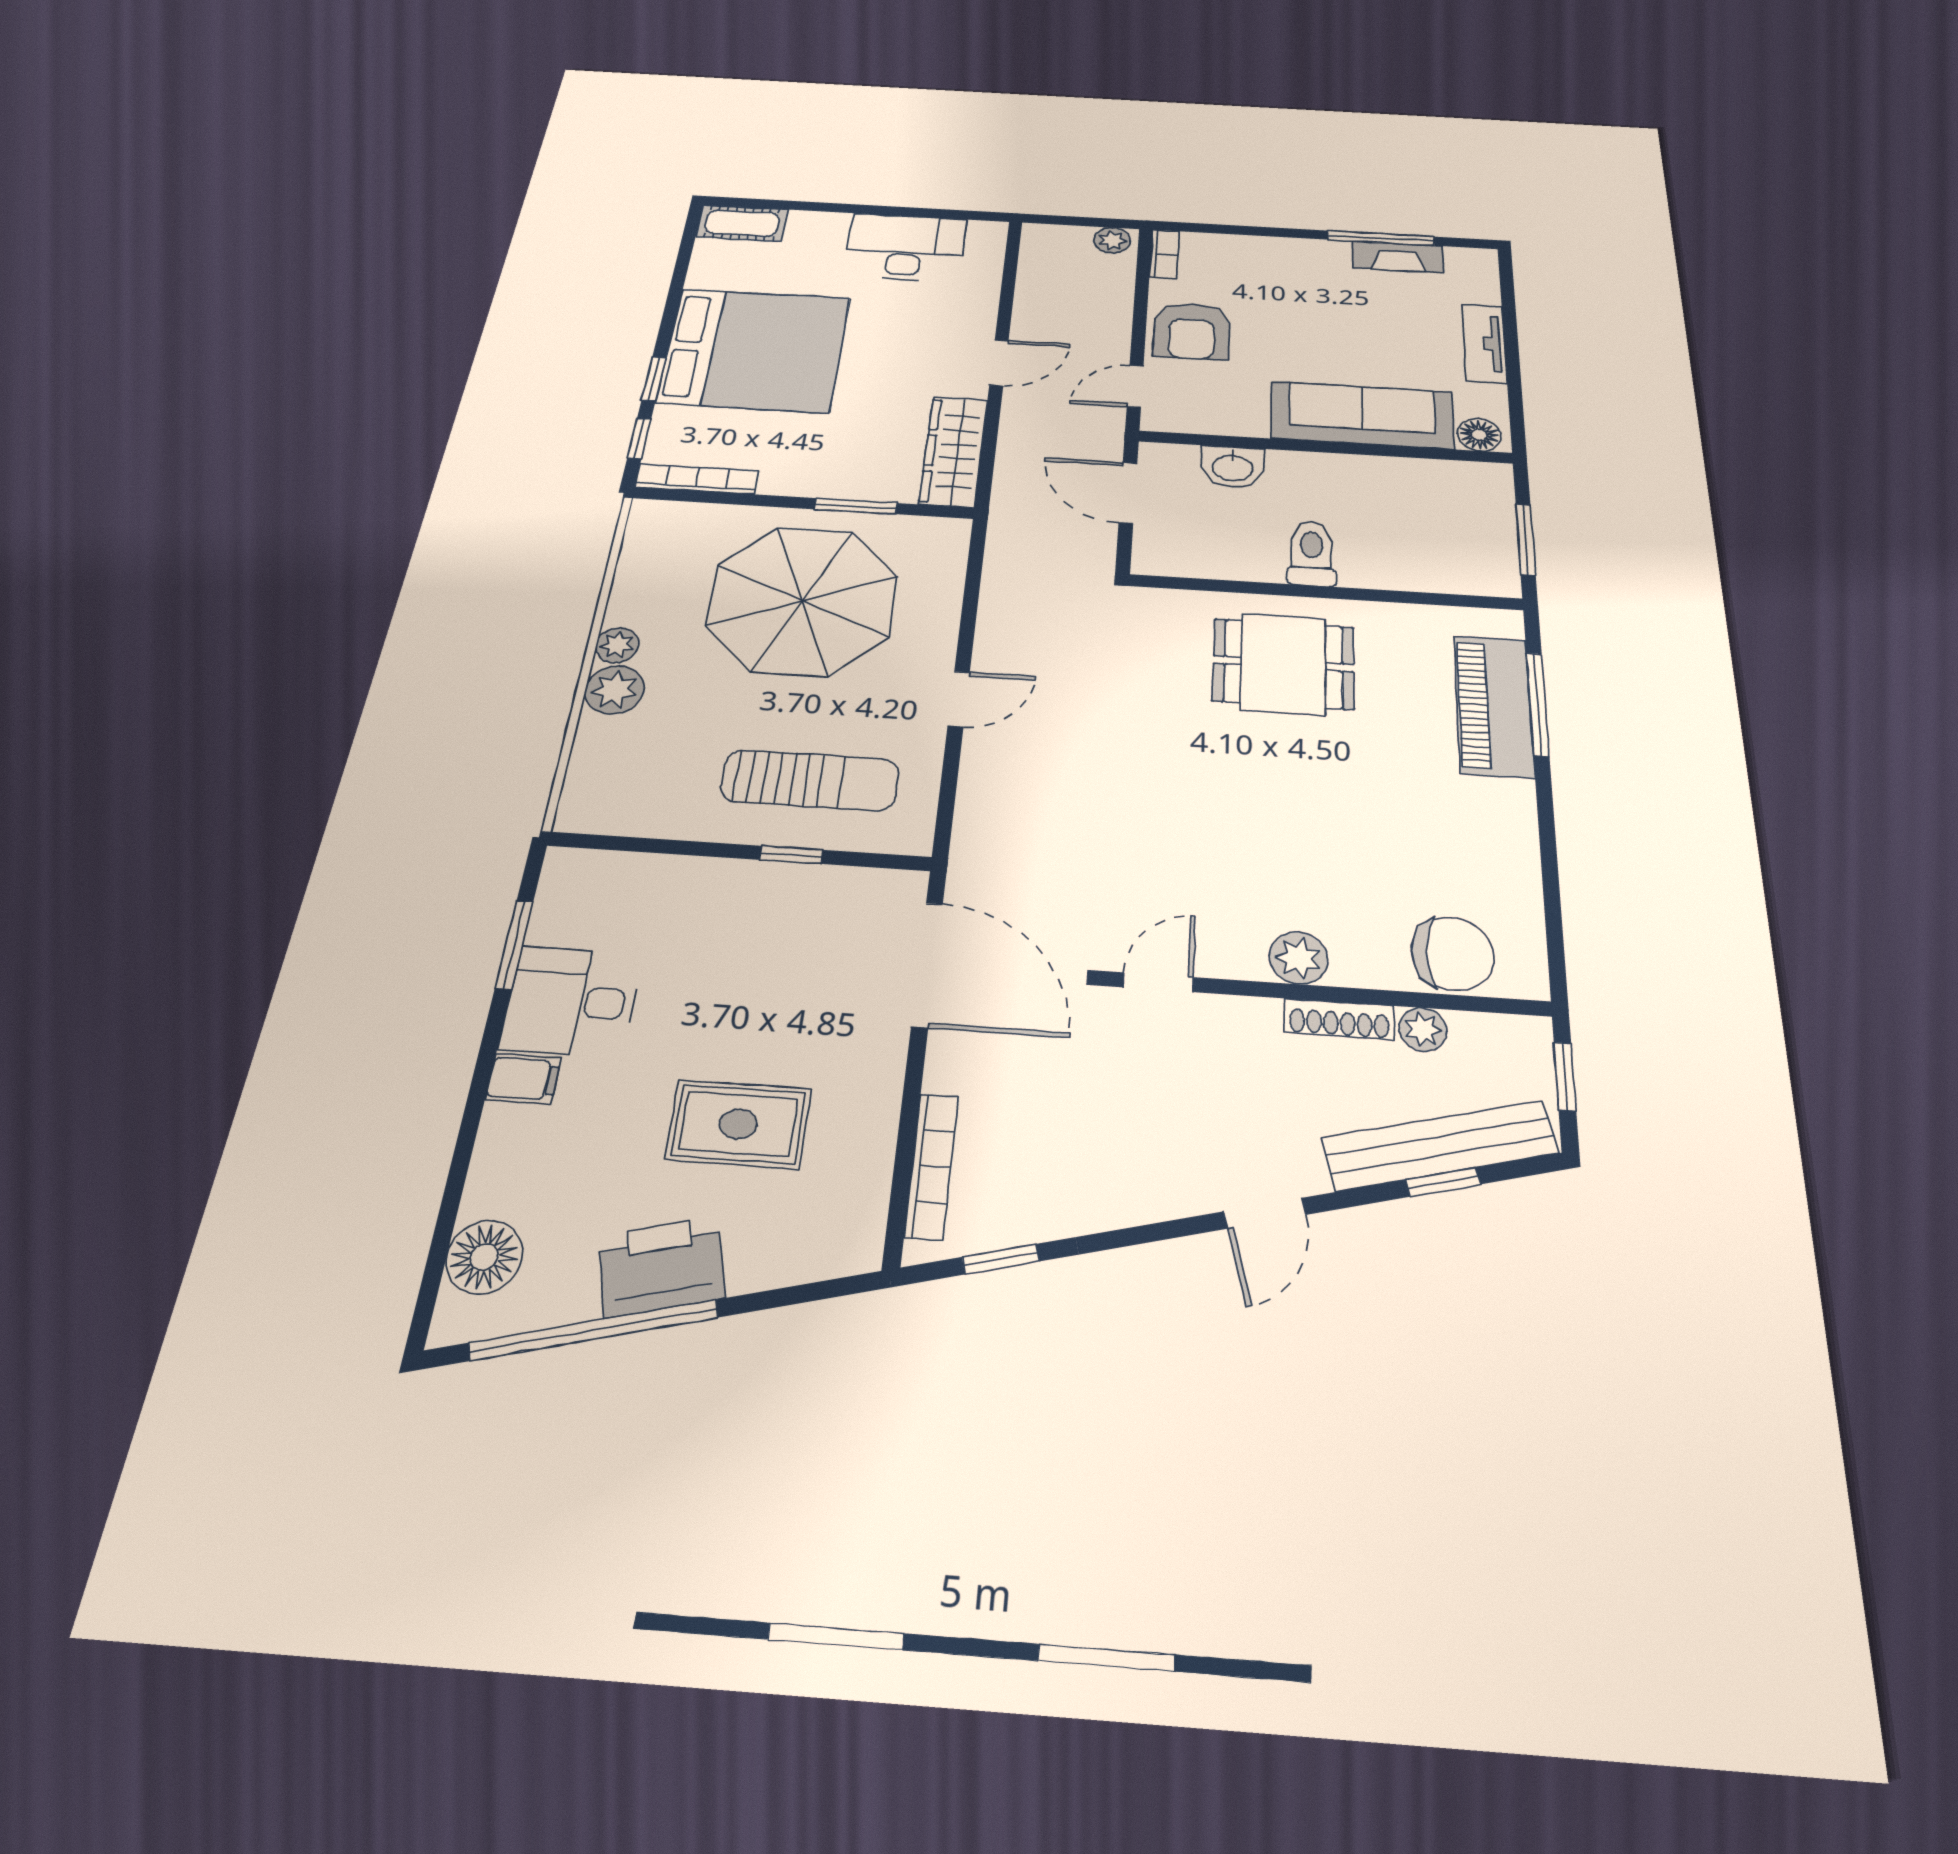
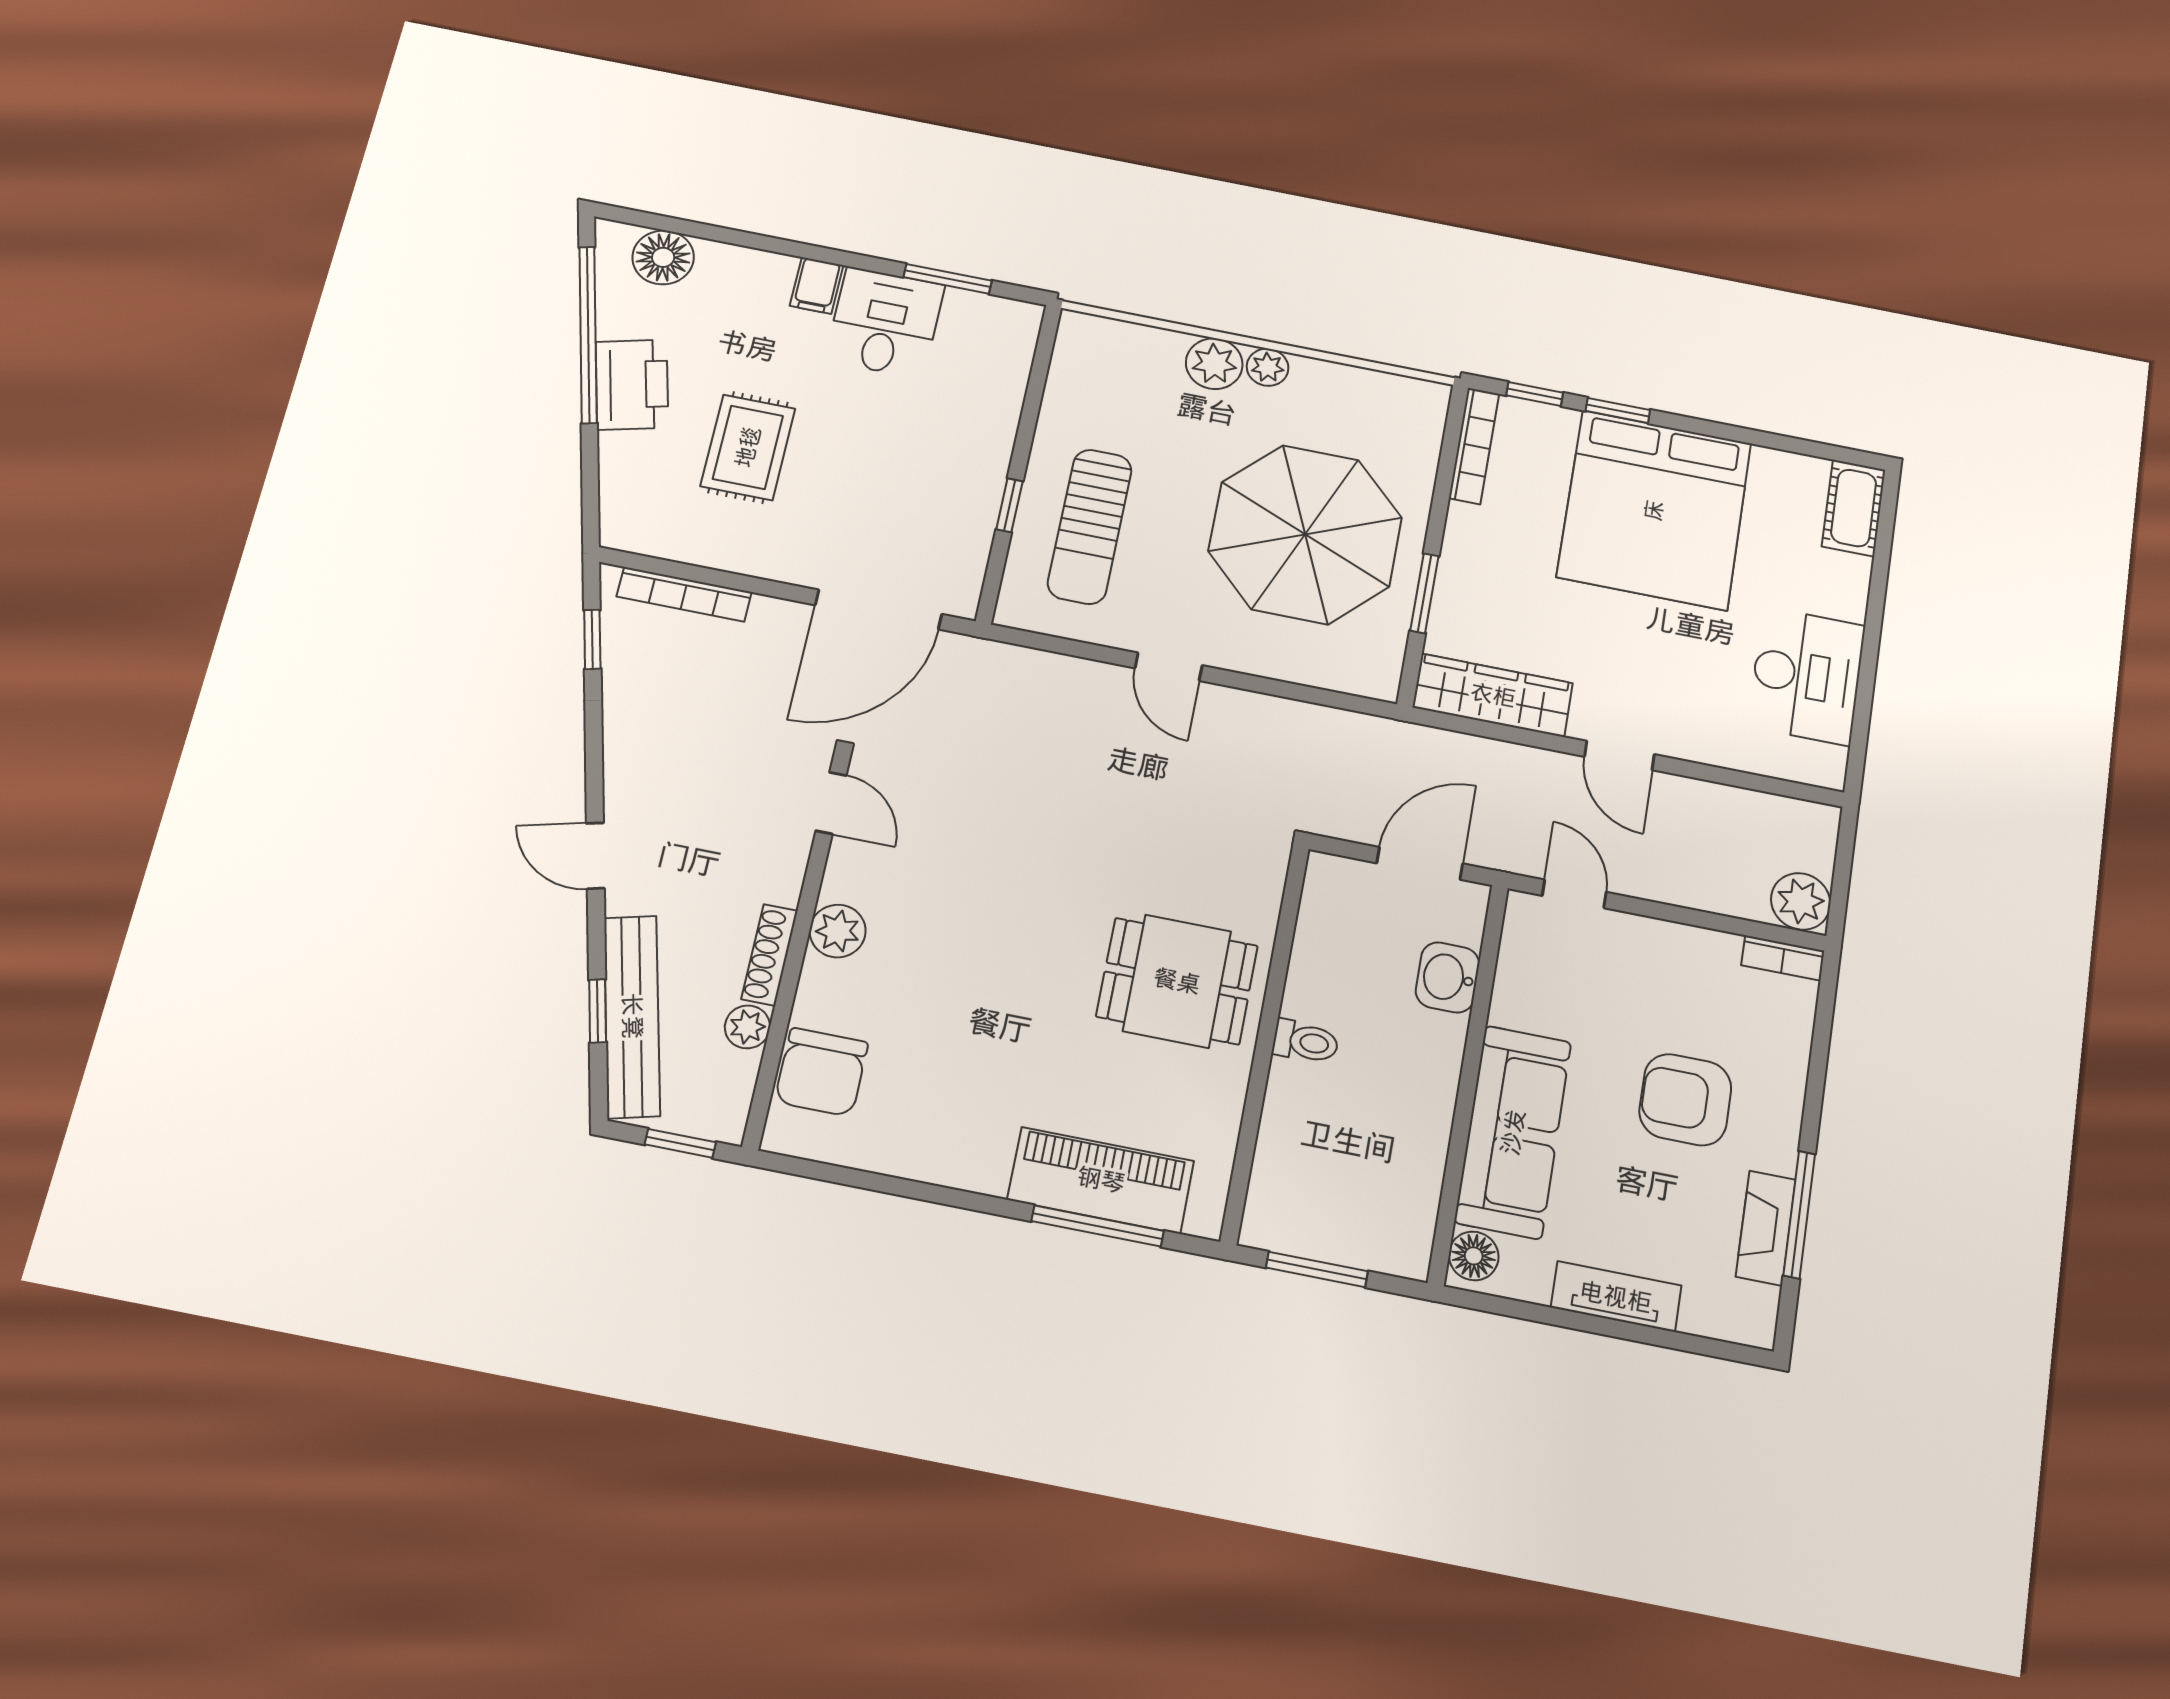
plant: (1112, 240) -> (1801, 901), width x1.38, depth x1.38
armchair: (1192, 331) -> (1685, 1100), moved
toilet: (1311, 554) -> (1305, 1042), width x0.73, depth x0.72
dining table: (1283, 664) -> (1177, 981), turned 90

